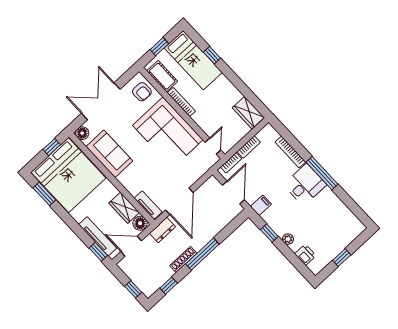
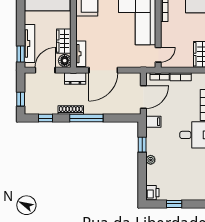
door: (131, 246) -> (45, 70), hinge flipped
printer: (305, 255) -> (152, 193), moved

